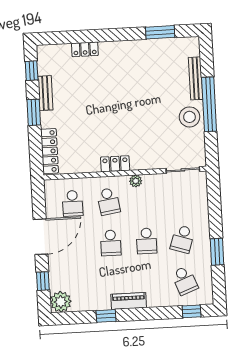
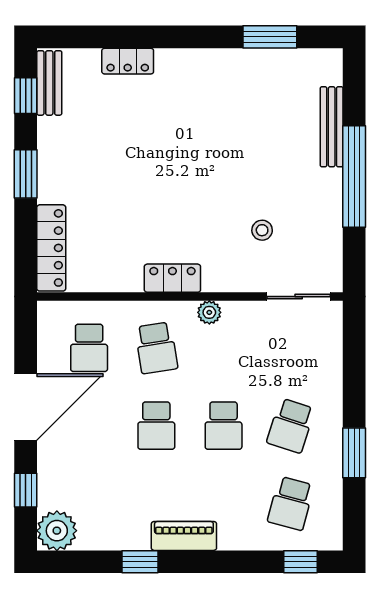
bench: (45, 93) -> (49, 83), moved
stool: (189, 117) -> (262, 230), moved, width x0.53, depth x0.53
school desk: (185, 280) -> (291, 503), turned 36

